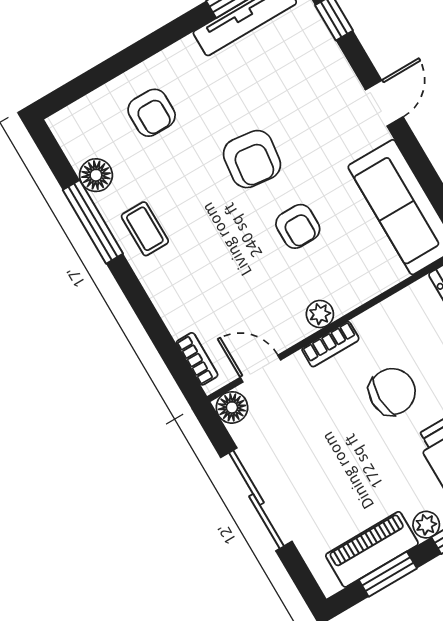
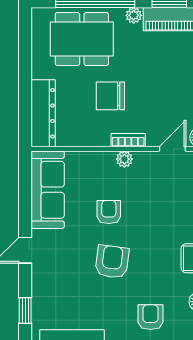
door: (260, 369) -> (173, 149), swing flipped

